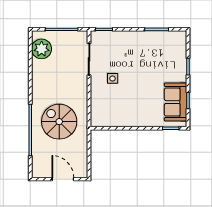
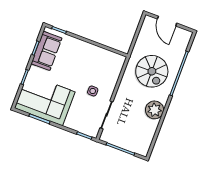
plant: (42, 49) -> (155, 110), moved
corner sofa: (158, 51) -> (45, 100), added

